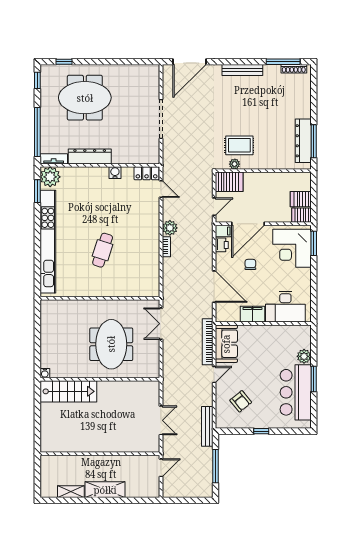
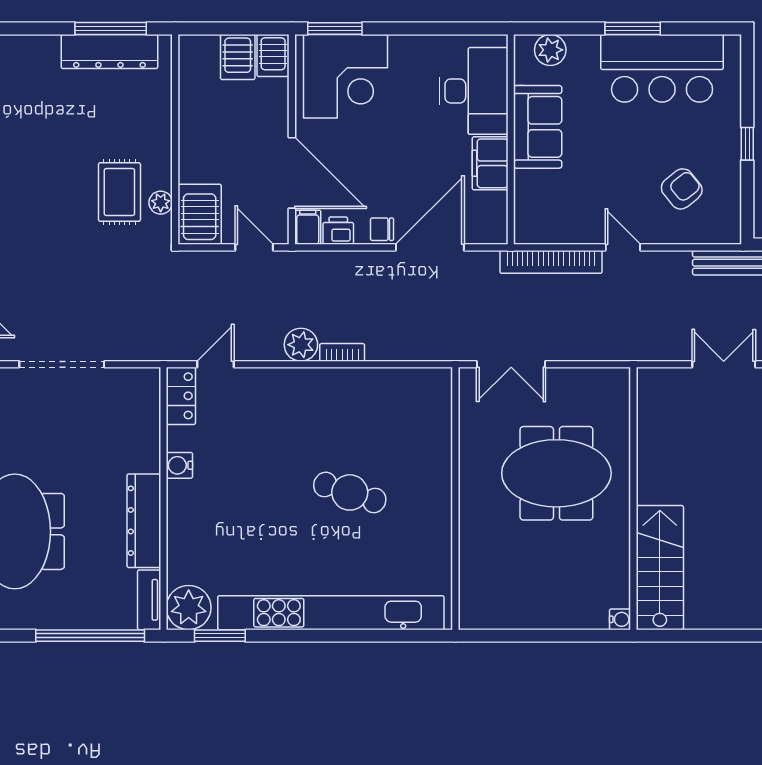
chair: (250, 264) -> (382, 229), moved
sofa: (226, 344) -> (538, 127), moved, turned 90
plant: (304, 356) -> (550, 50), moved

